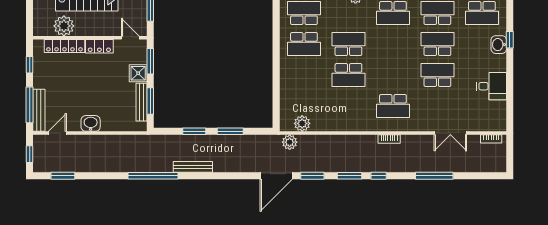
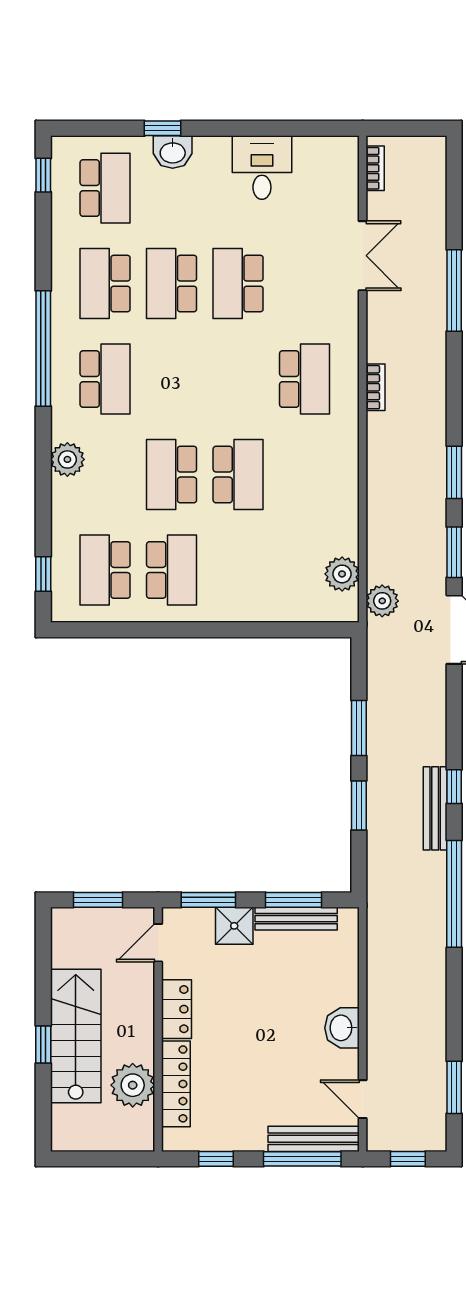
window: (379, 176) -> (454, 787), moved

